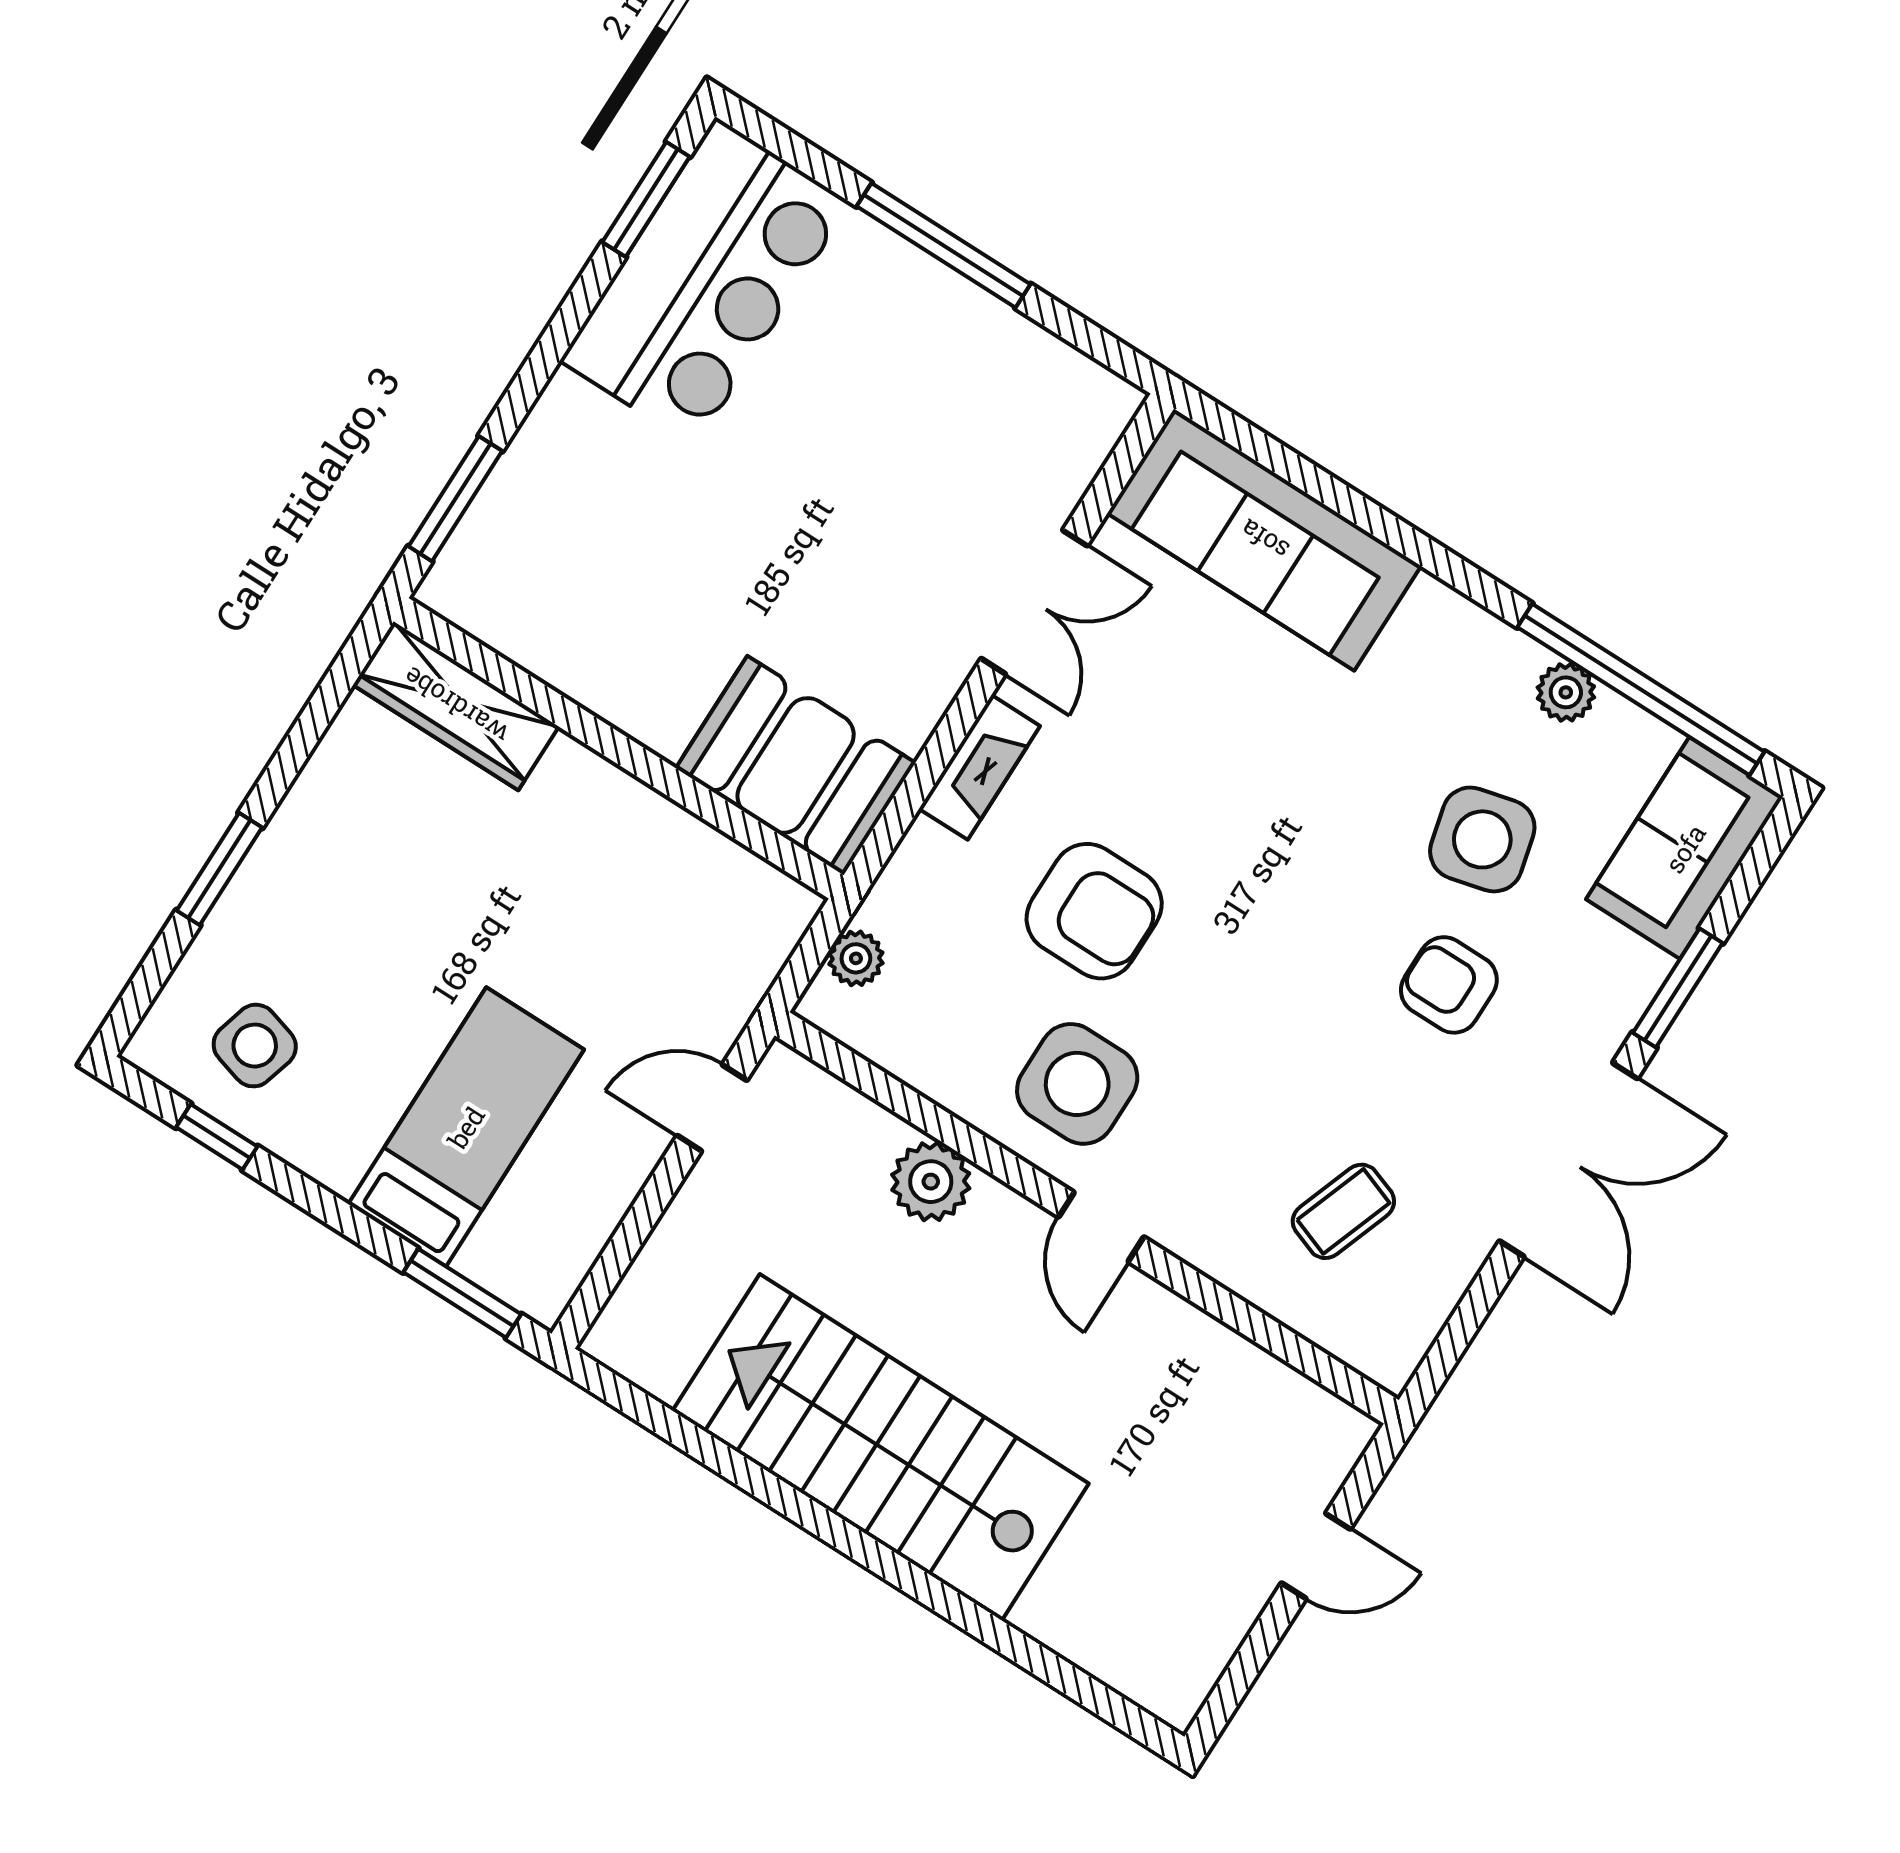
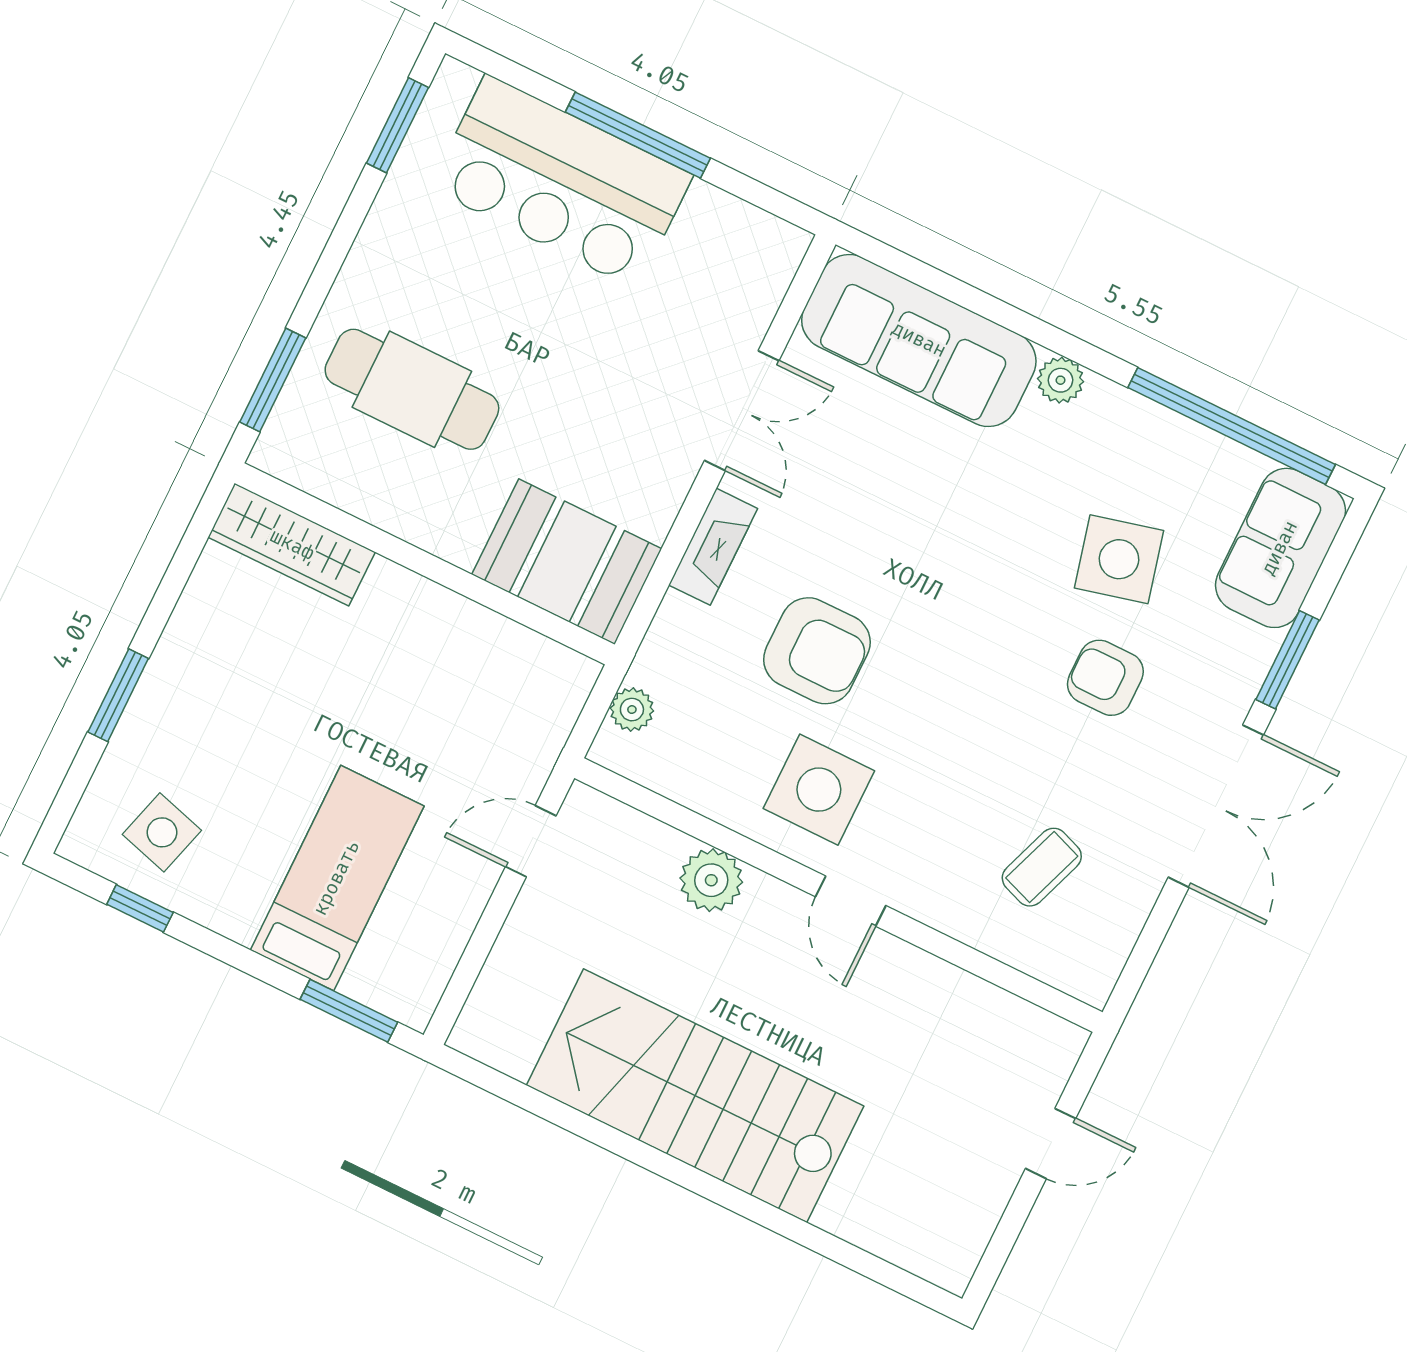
bar counter: (705, 282) -> (561, 182), moved, turned 90
cafe table: (627, 530) -> (412, 389), added
plant: (1566, 692) -> (1060, 380), moved

